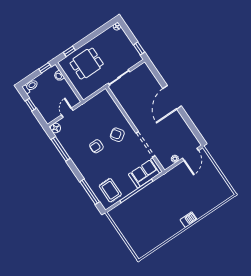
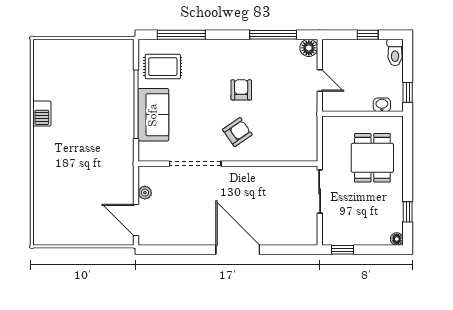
window: (69, 51) -> (408, 212), moved
sofa: (145, 173) -> (153, 115), moved
barbecue: (189, 220) -> (42, 114), moved

